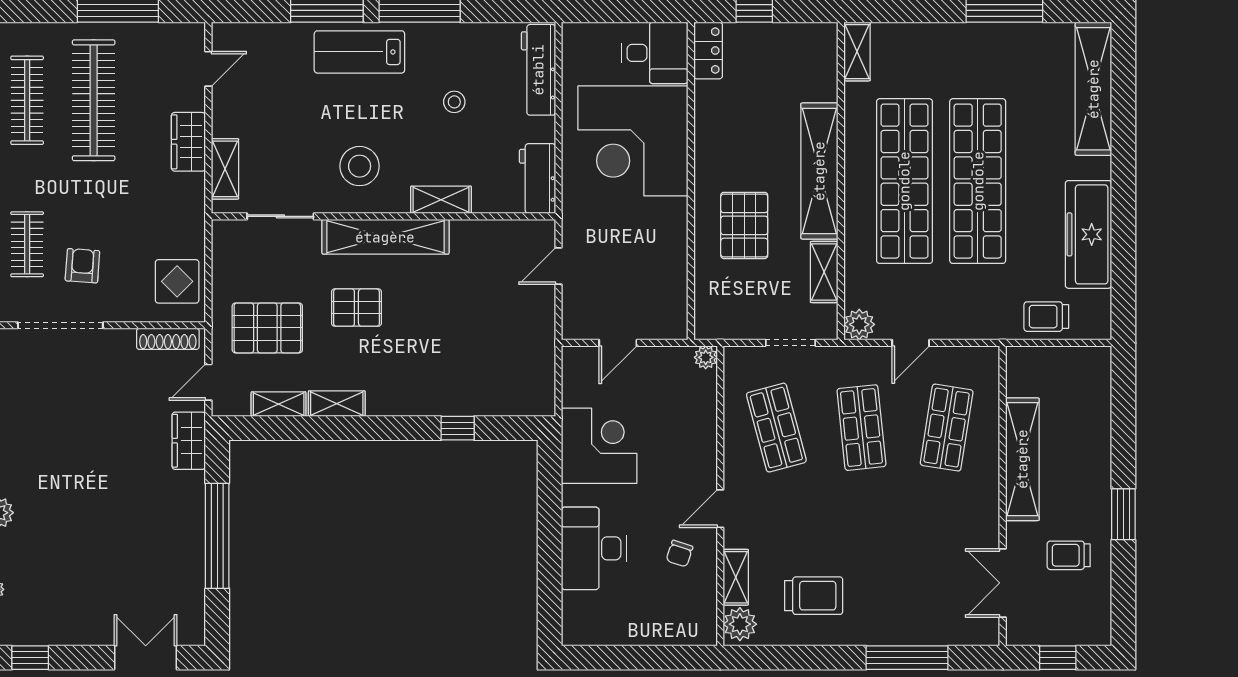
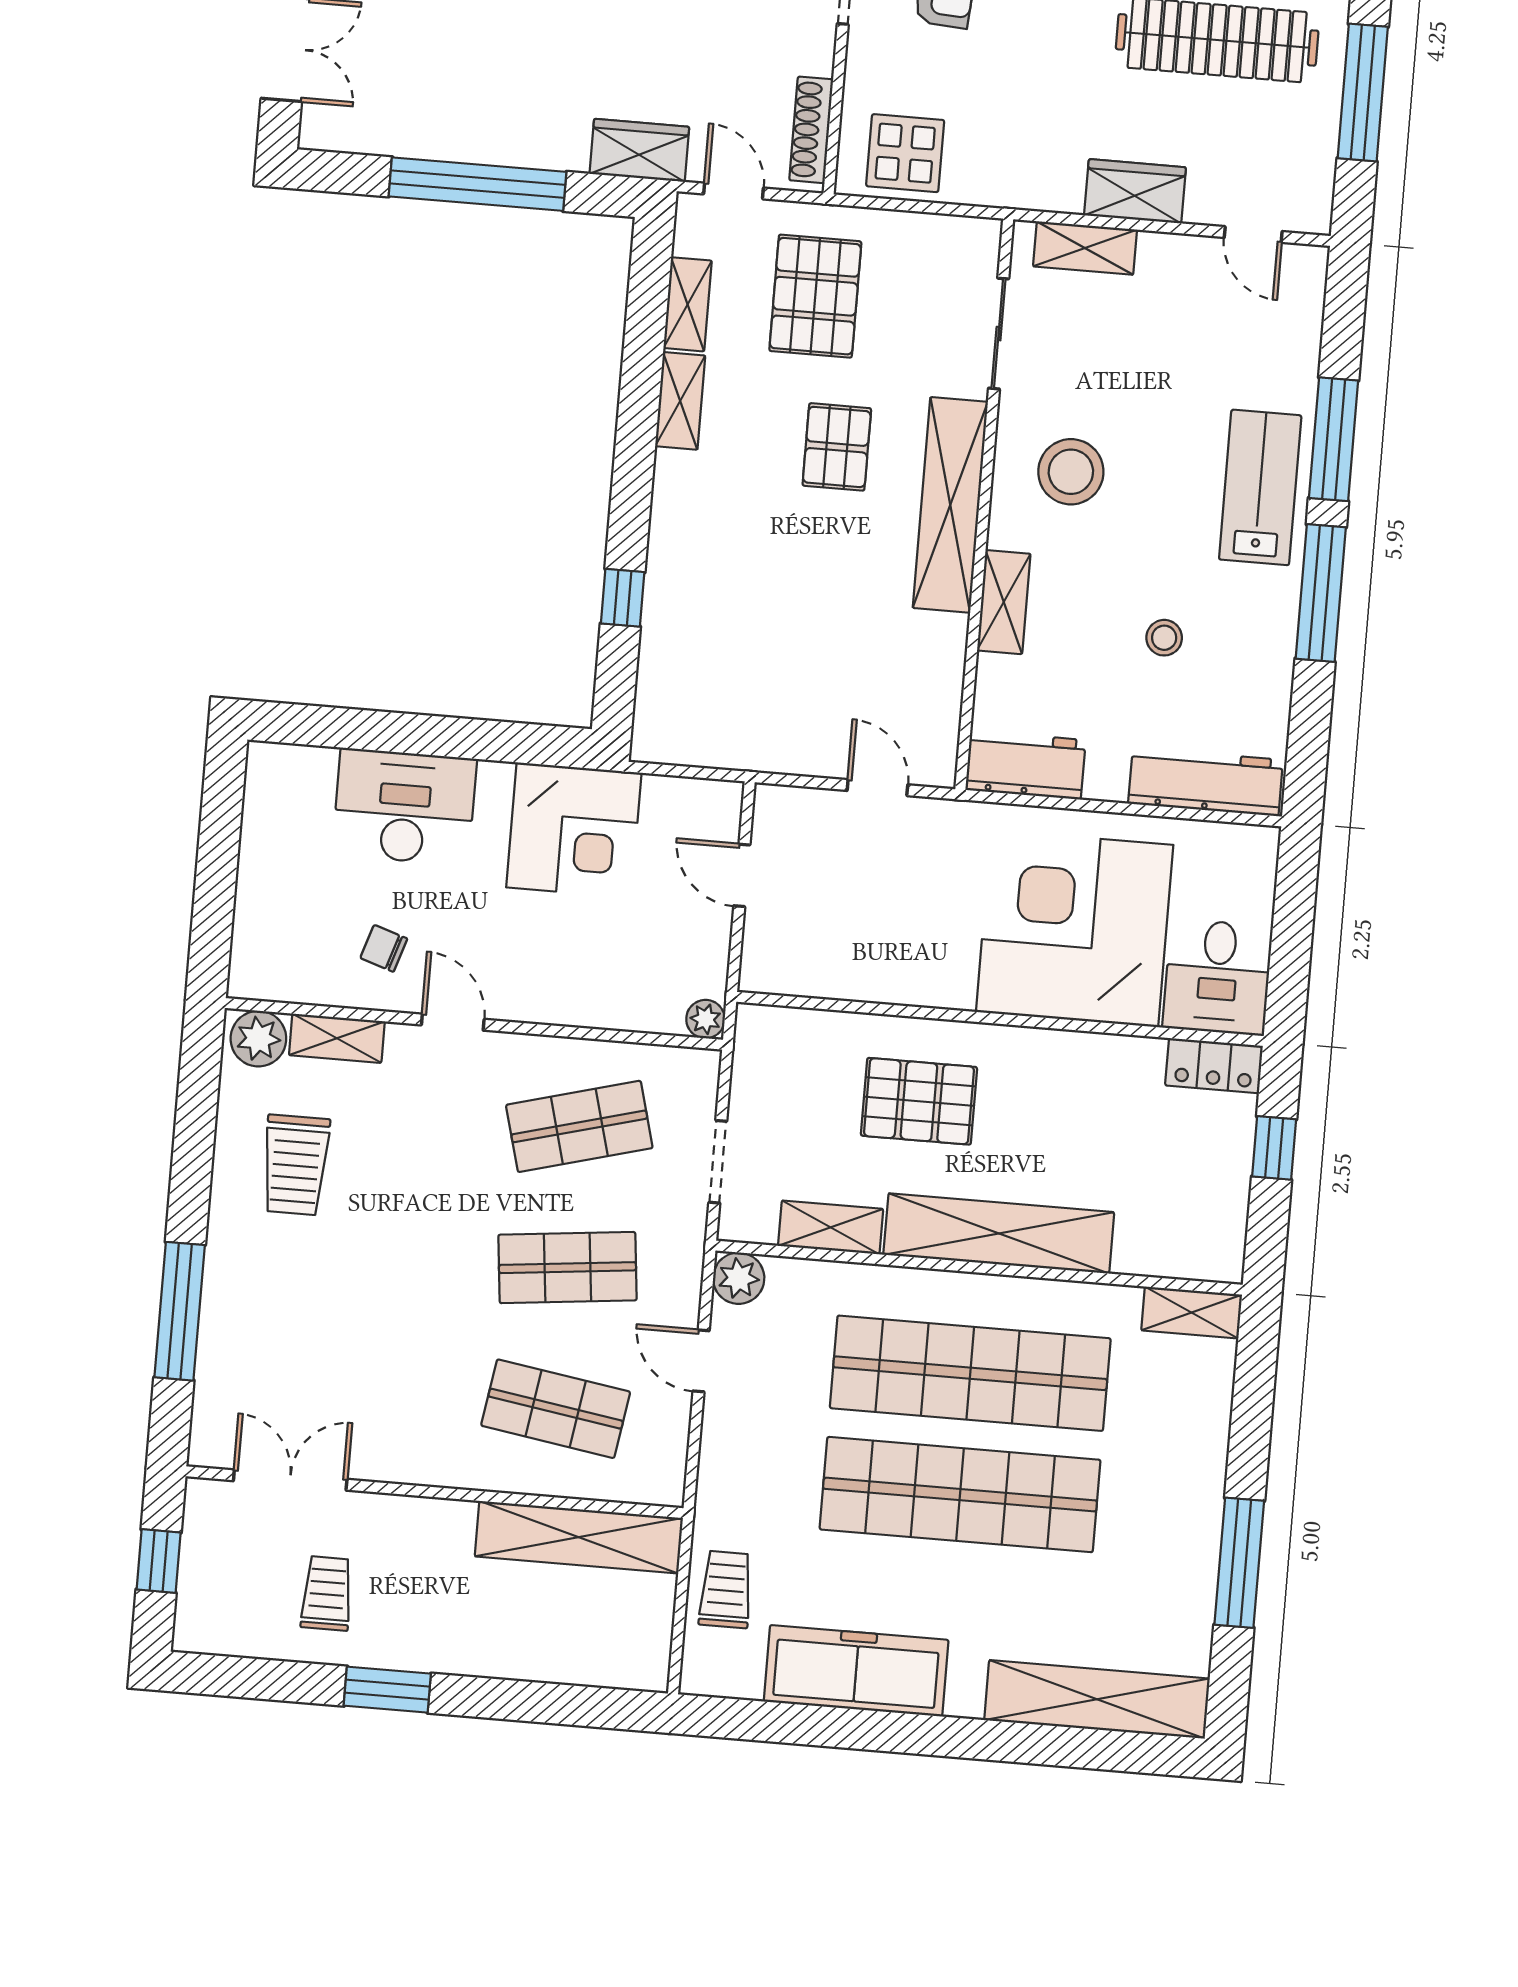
shelving: (1022, 459) -> (579, 1537), moved

